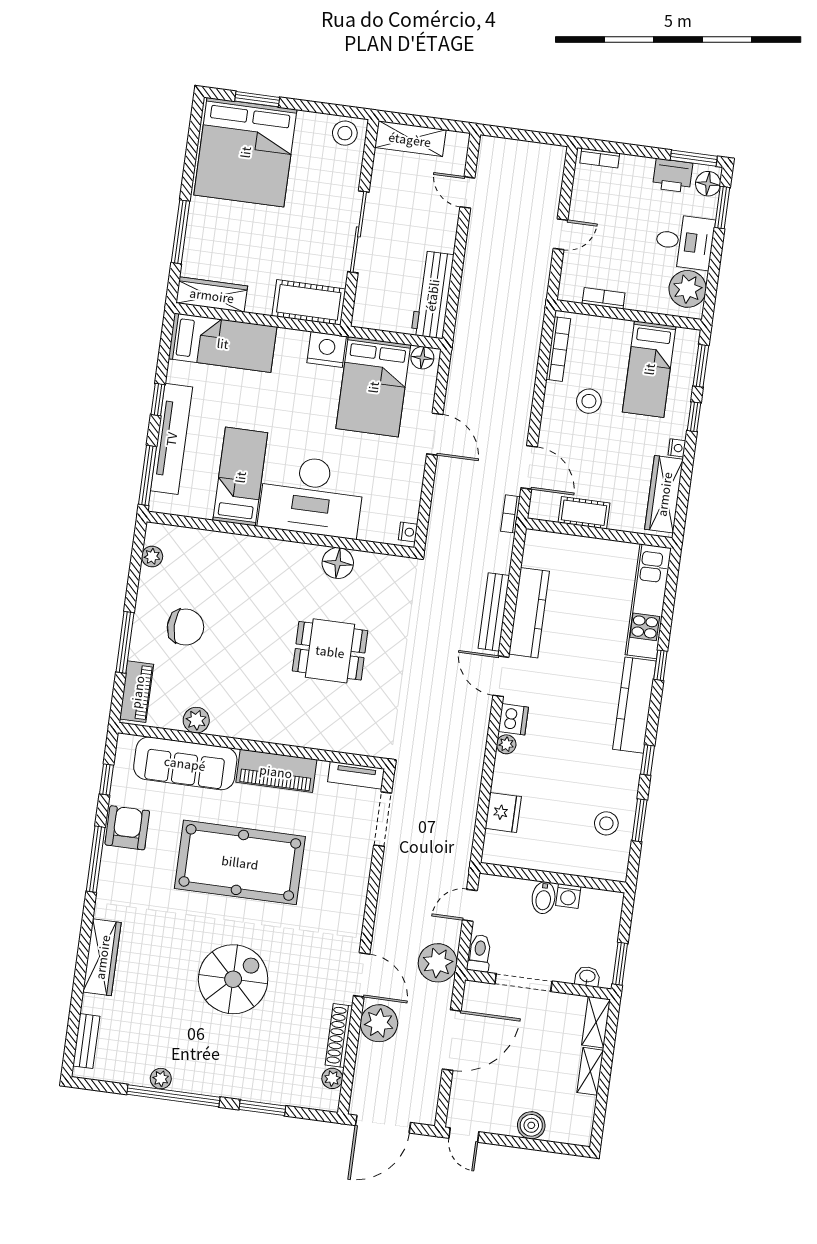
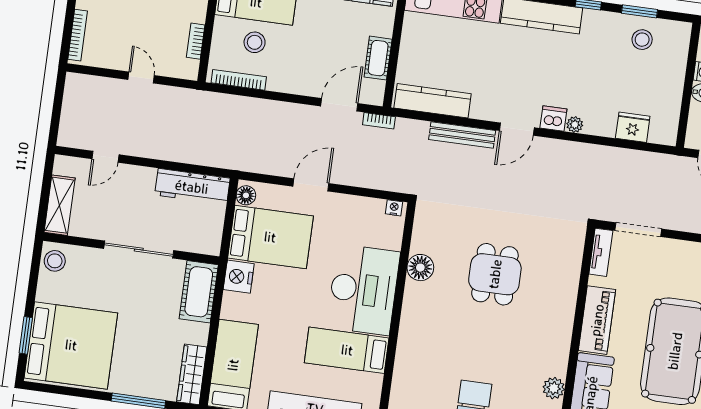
bookcase: (600, 158) -> (78, 35), width x1.56
stool: (589, 401) -> (255, 42), moved
kitchen counter: (529, 613) -> (433, 101), moved

